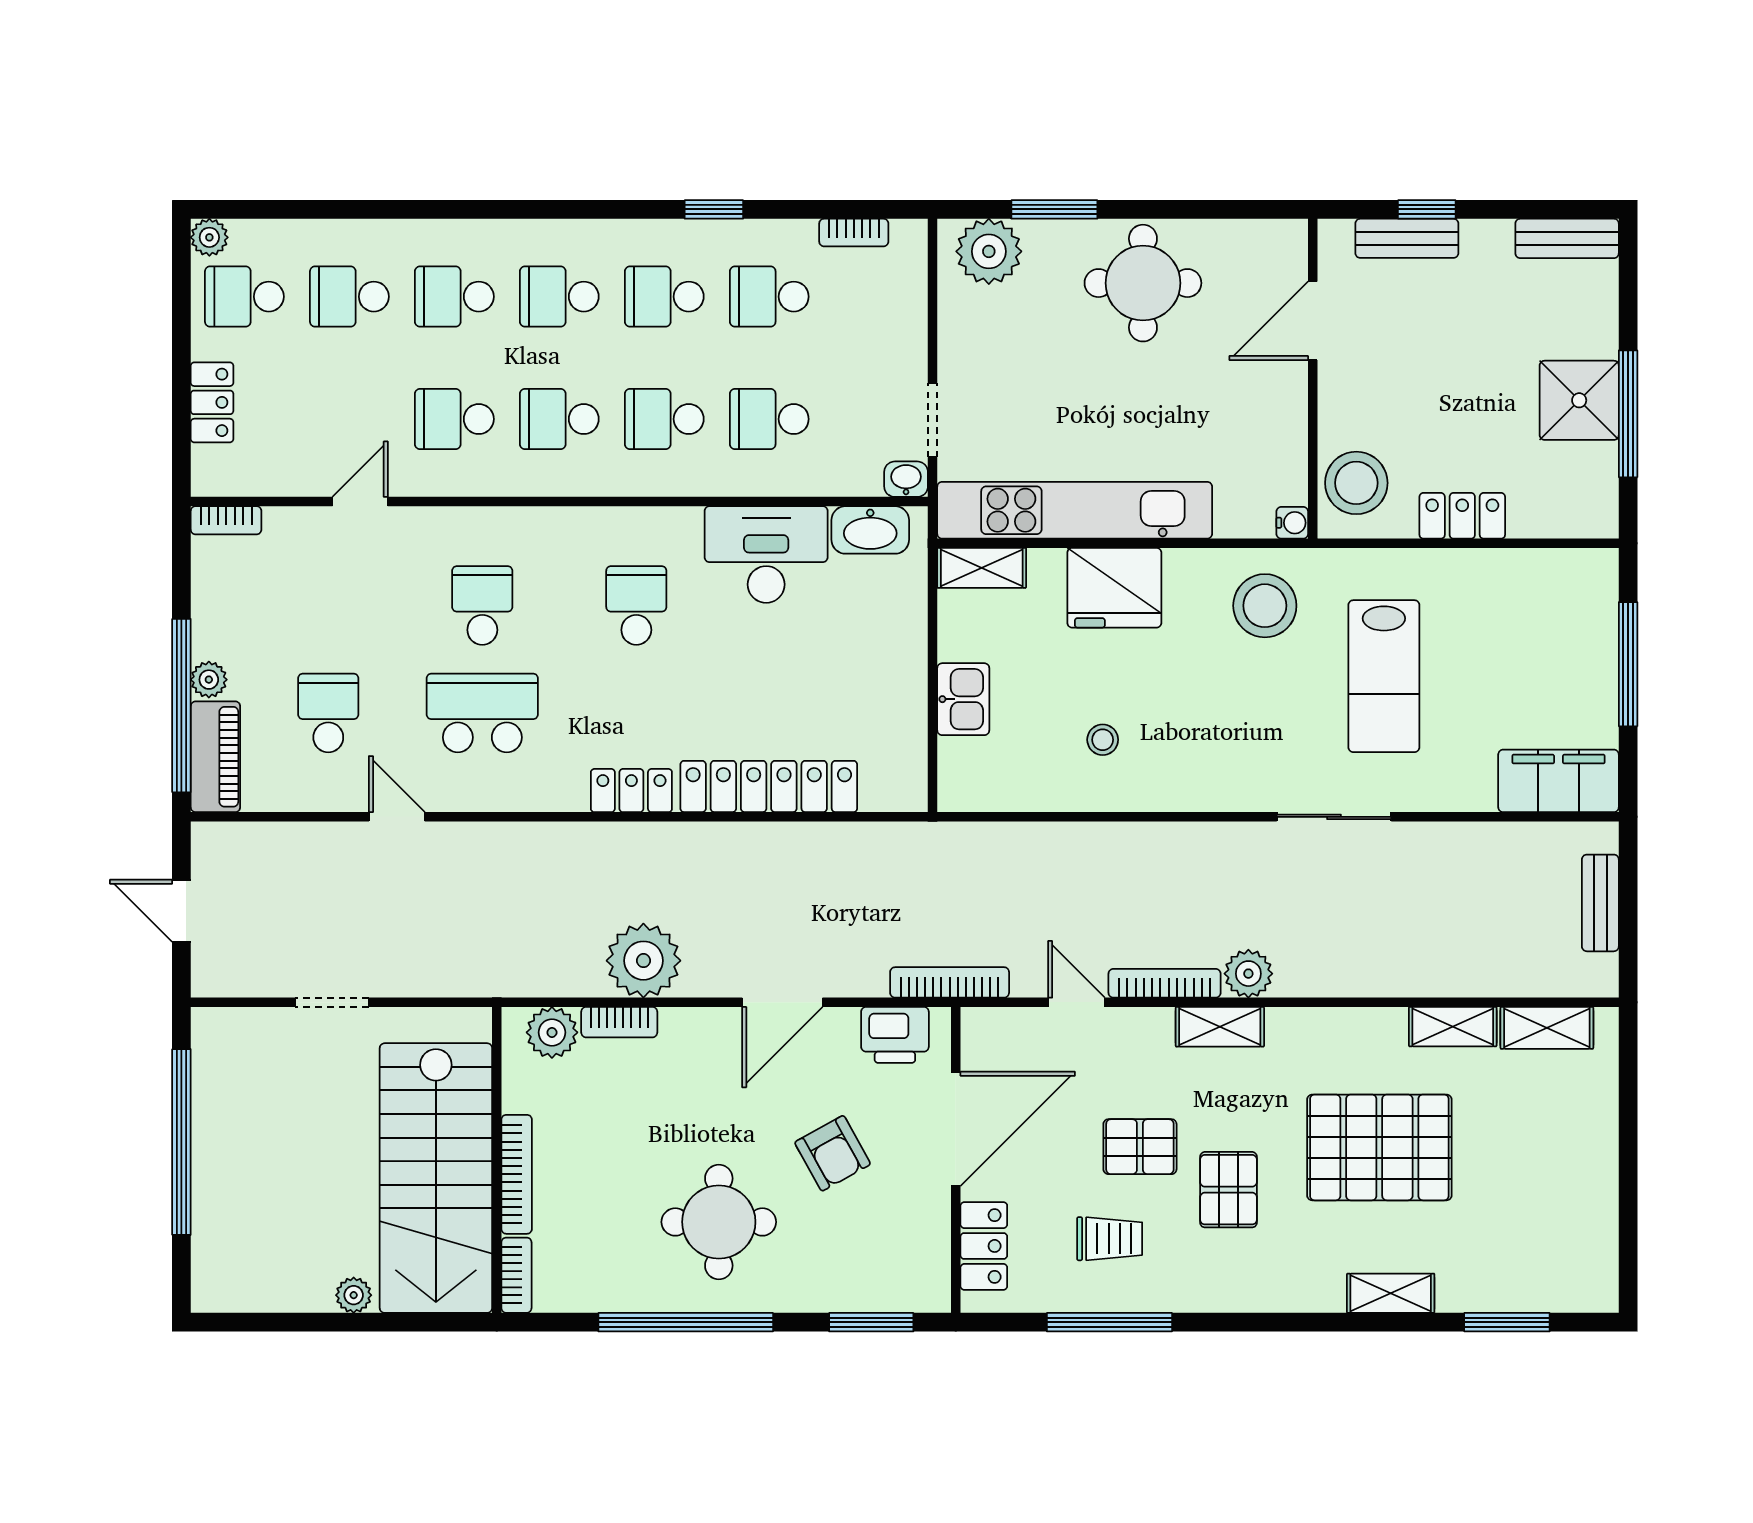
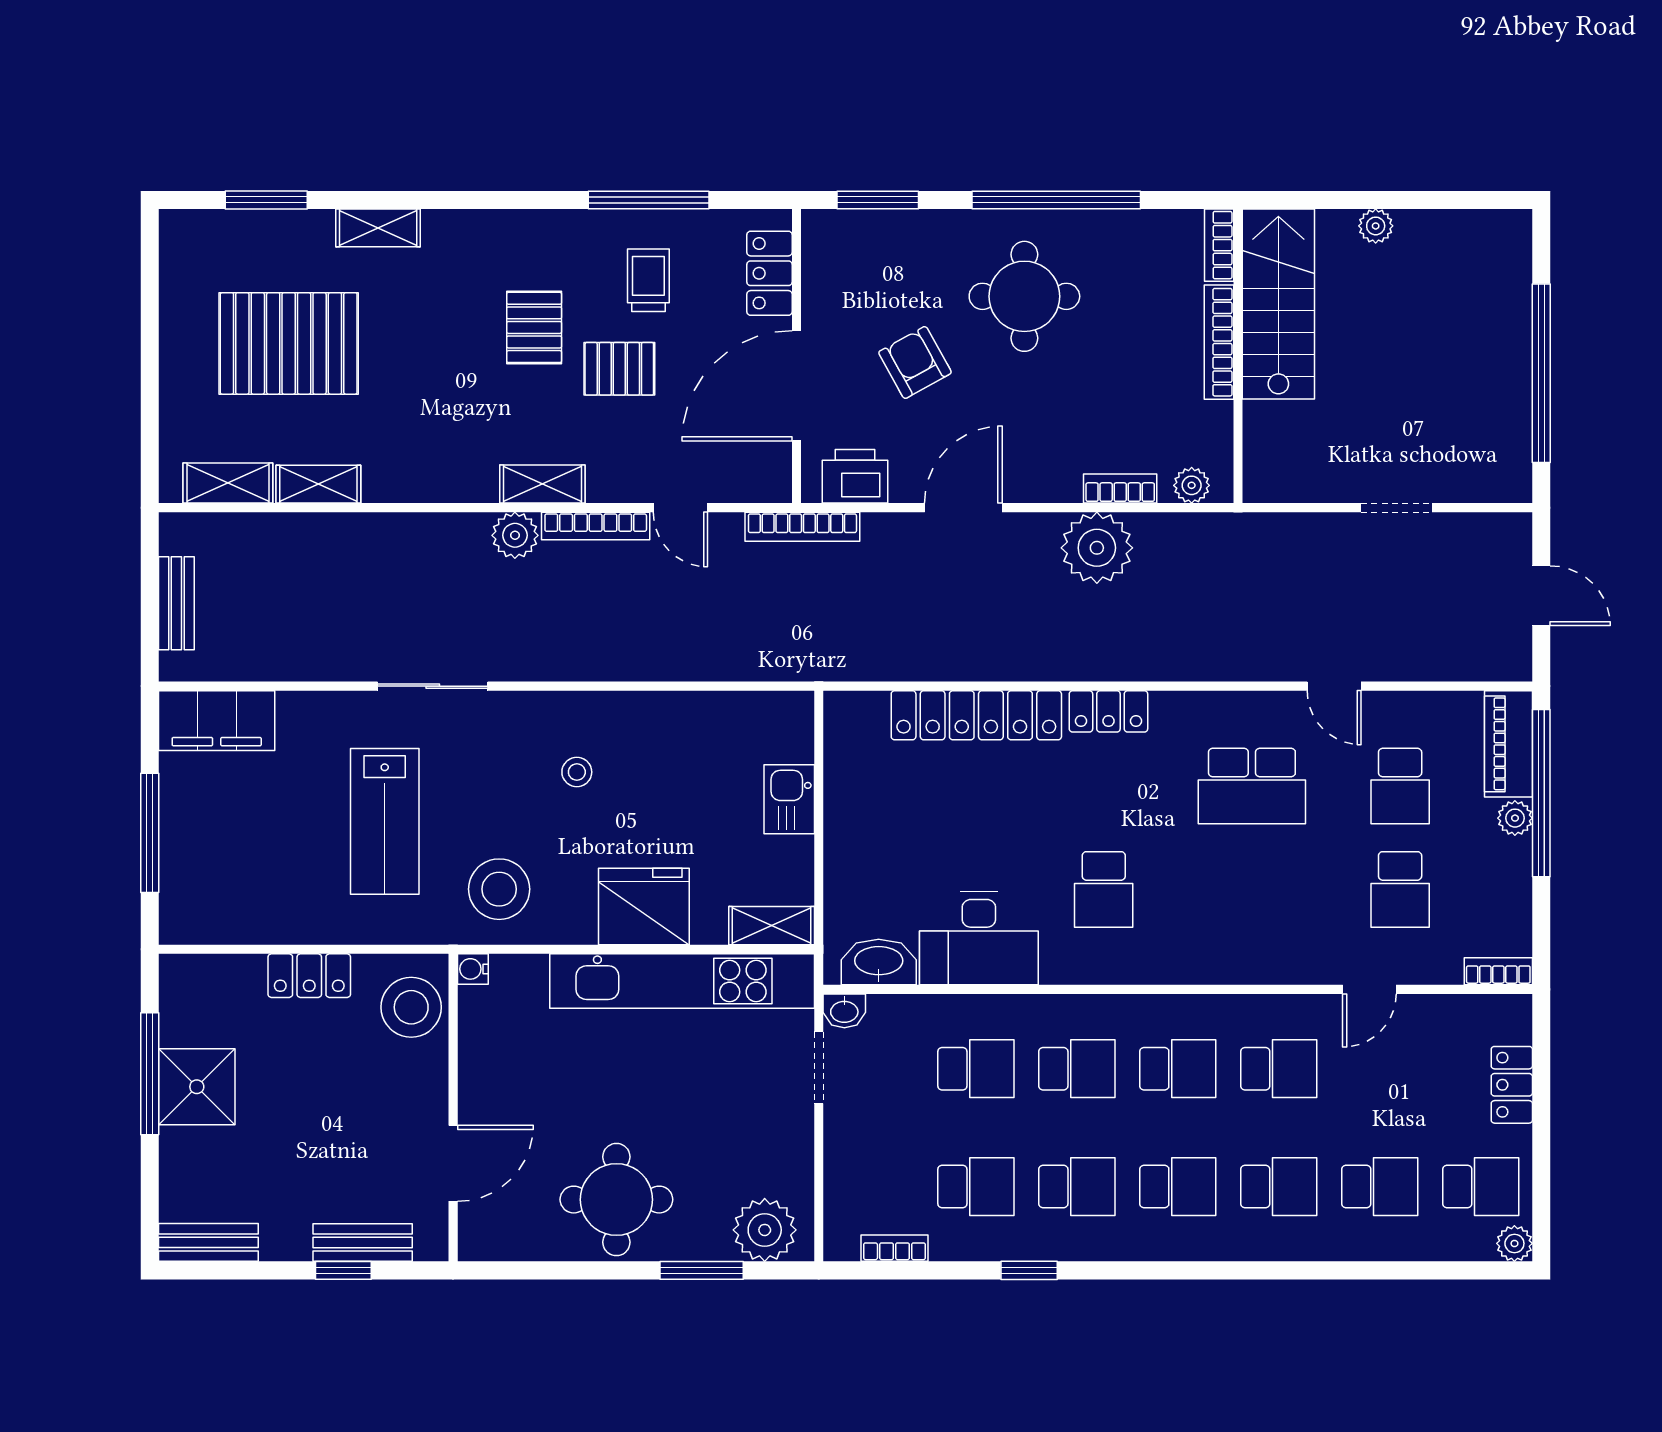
school desk: (482, 605) -> (1400, 889), moved
lab bench: (1384, 676) -> (385, 821), turned 180
stool: (1103, 740) -> (577, 772), moved
plant: (552, 1032) -> (1192, 485), width x0.73, depth x0.73
pallet: (1379, 1147) -> (289, 343), moved
stairs: (436, 1178) -> (1278, 304), width x0.73, depth x0.66
trolley: (1110, 1239) -> (648, 280), turned 90

